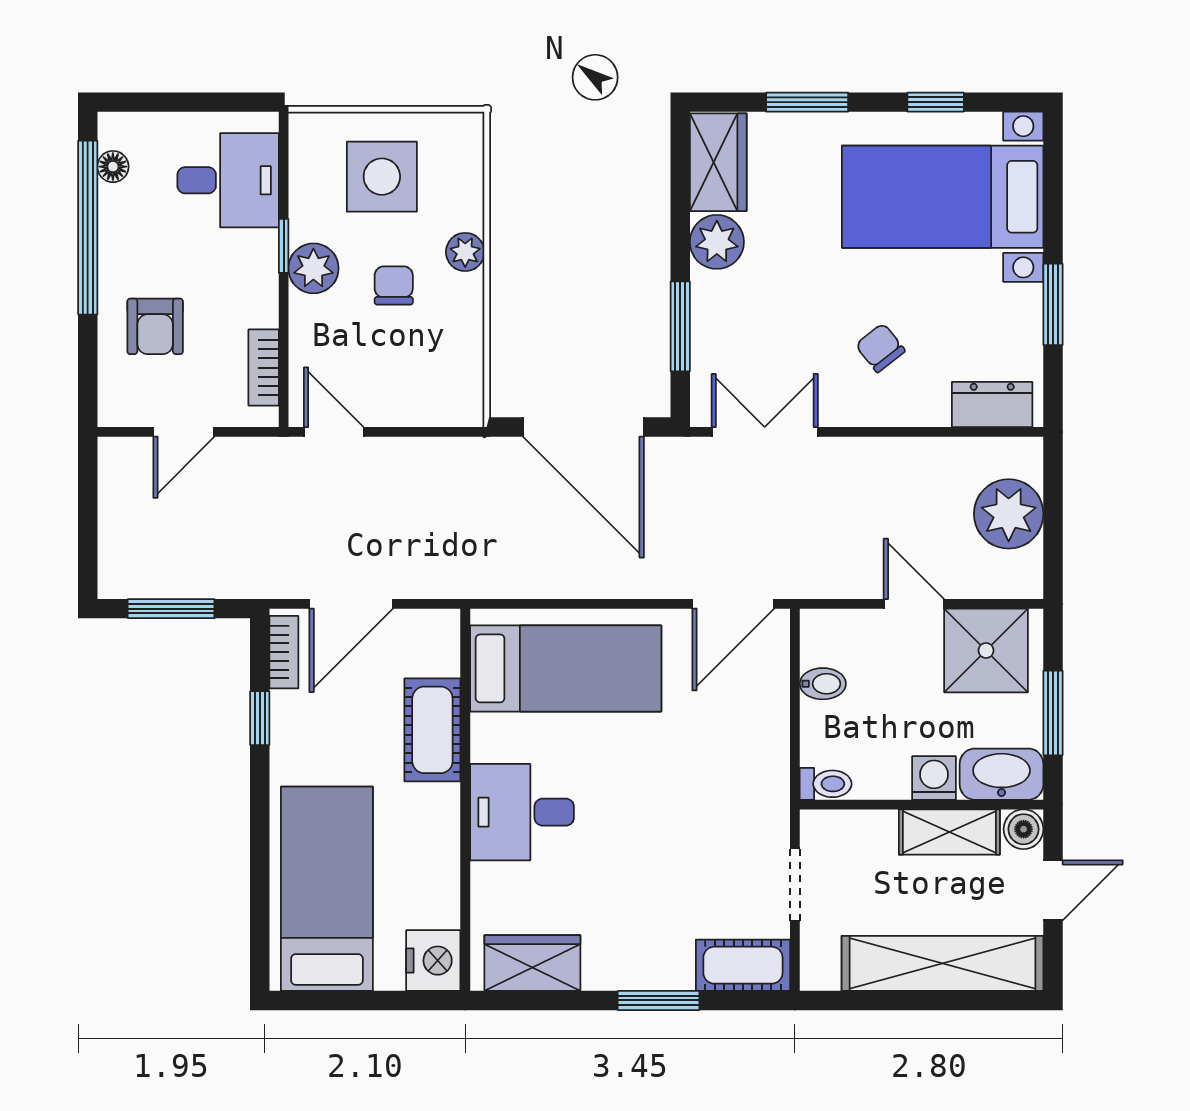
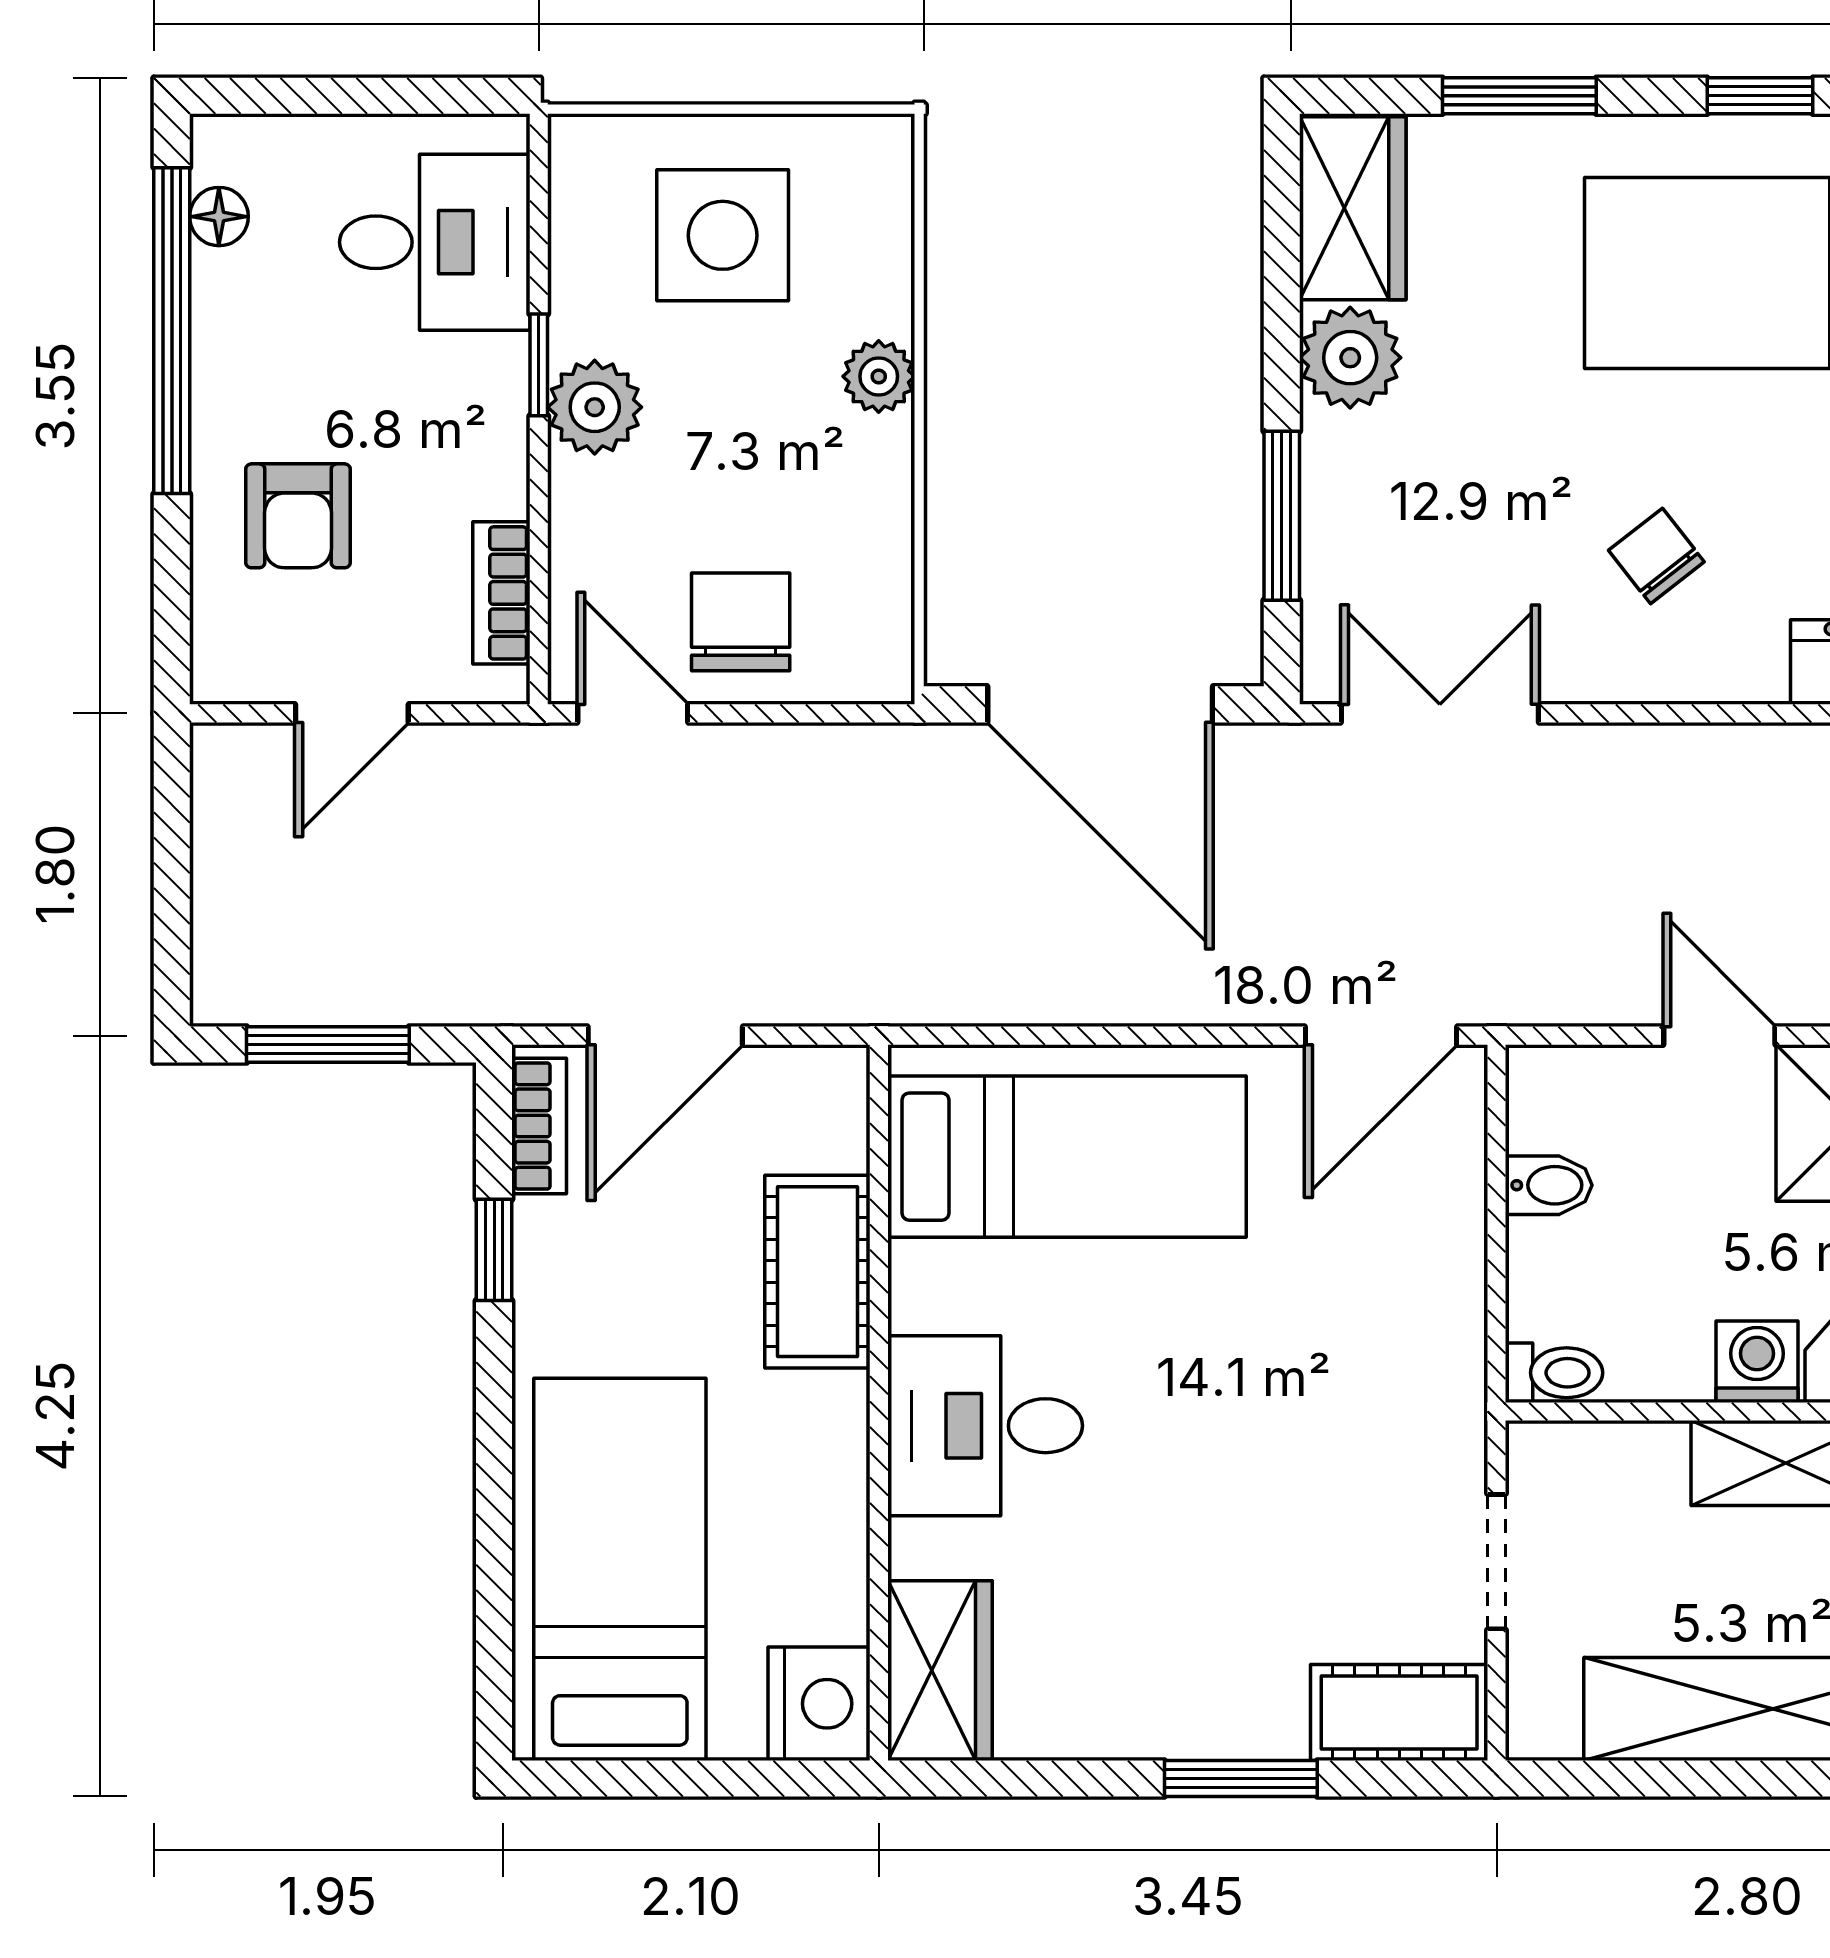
chair: (394, 285) -> (741, 622), moved, width x1.37, depth x1.37
wardrobe: (532, 963) -> (940, 1671), moved, turned 90

